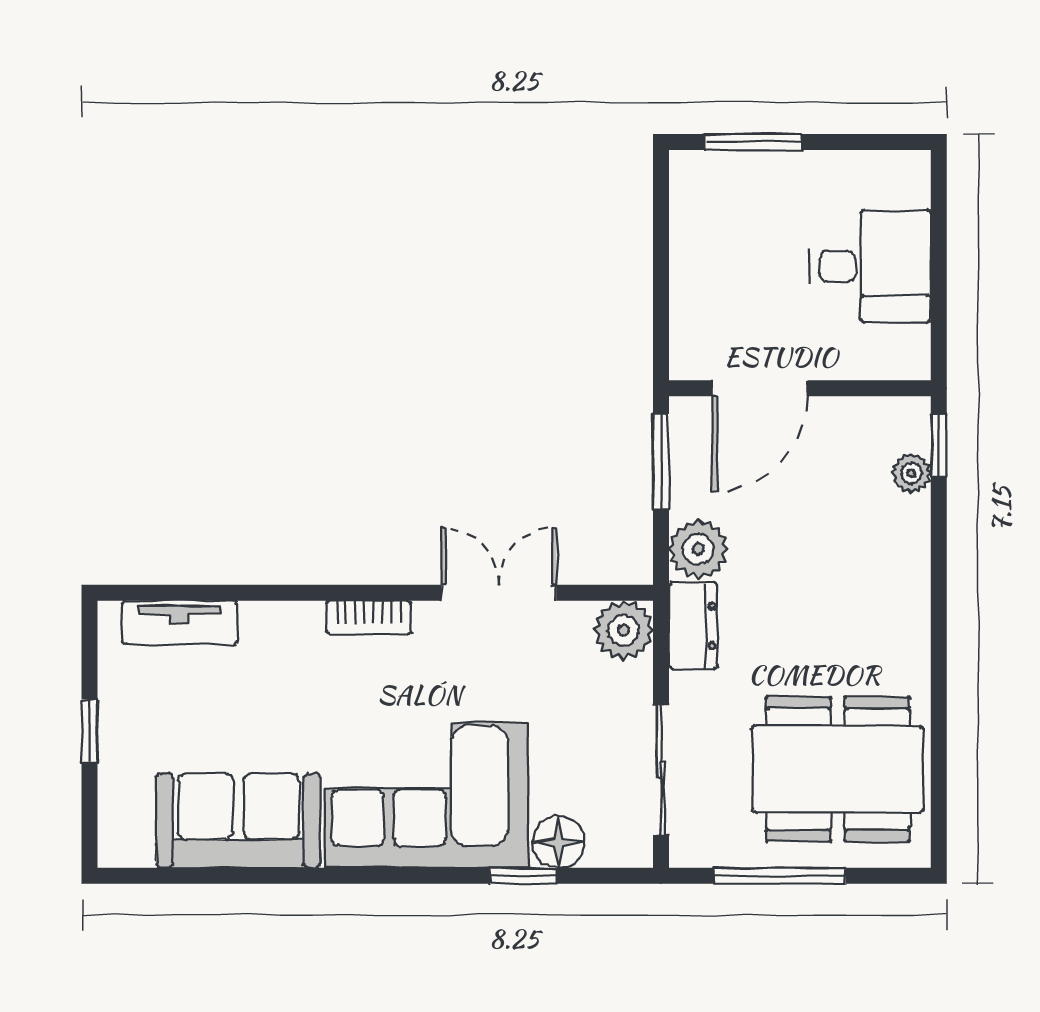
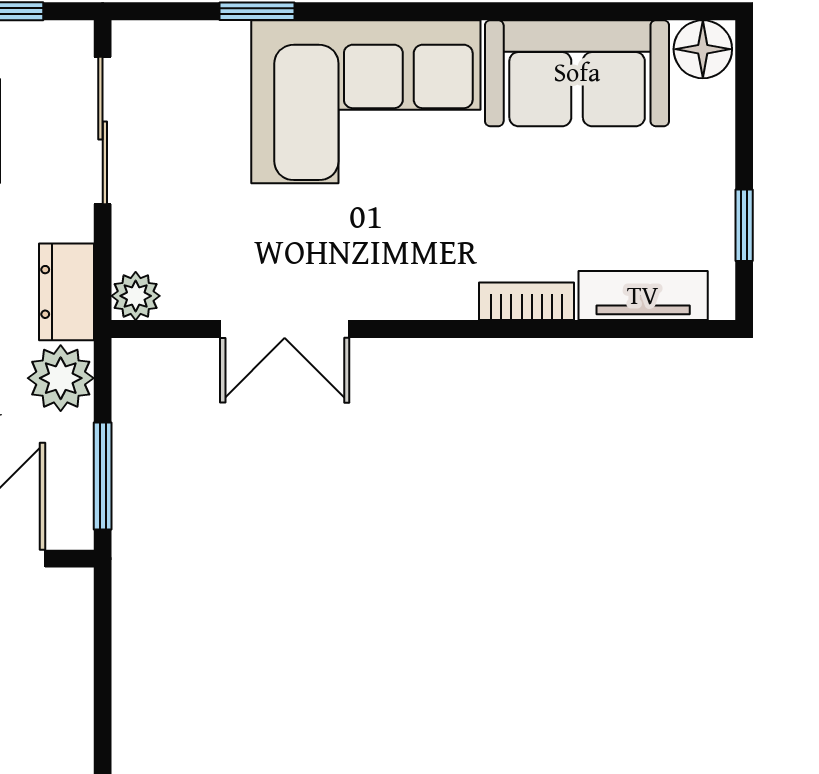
bookcase: (369, 617) -> (527, 301), moved
plant: (623, 630) -> (136, 296), width x0.73, depth x0.73
window: (90, 731) -> (744, 225), moved
floor lamp: (559, 842) -> (703, 49), moved

